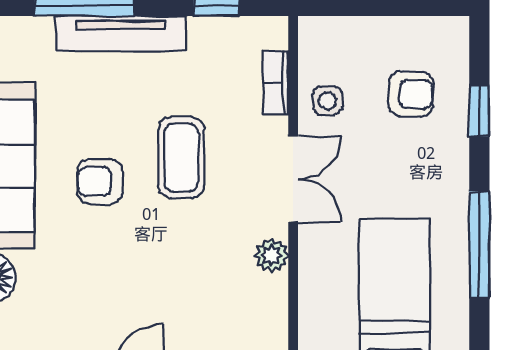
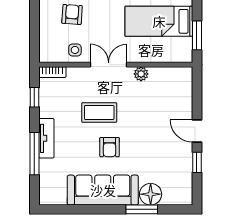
tv unit: (121, 34) -> (46, 138), width x0.71
bookcase: (276, 83) -> (52, 72), moved

